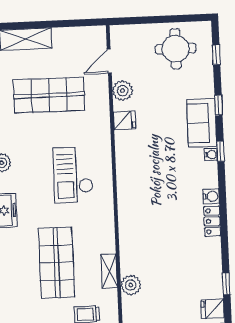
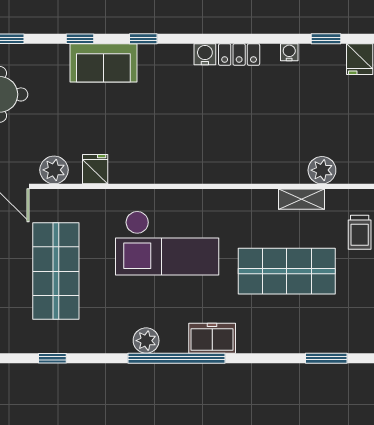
water cooler: (211, 155) -> (289, 52), moved
checkout: (73, 175) -> (167, 243), width x1.36, depth x1.21

